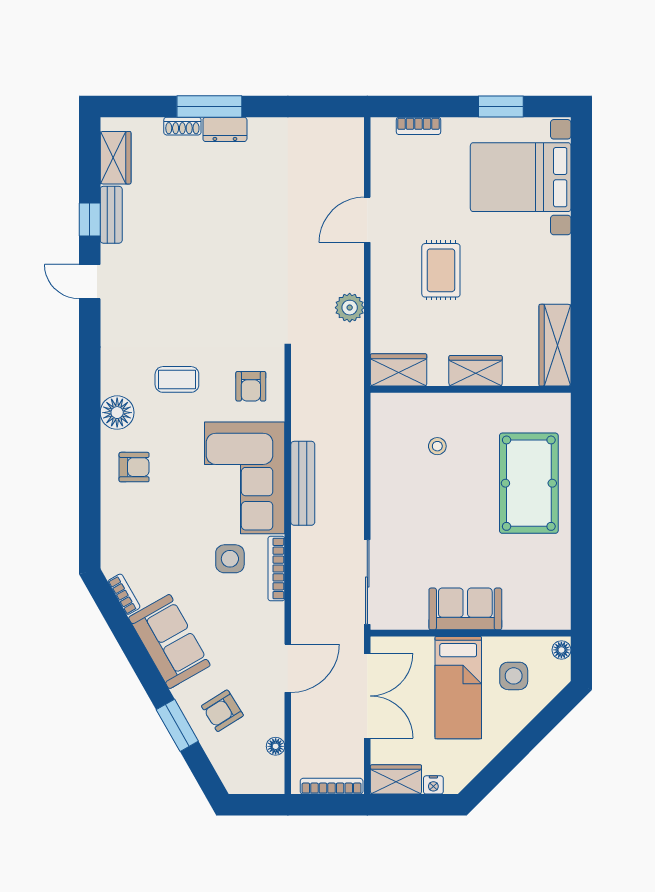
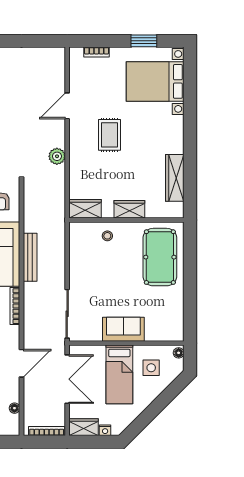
wardrobe: (399, 370) -> (85, 209), moved
wardrobe: (476, 371) -> (129, 209), moved
wall: (471, 389) -> (126, 220), moved

